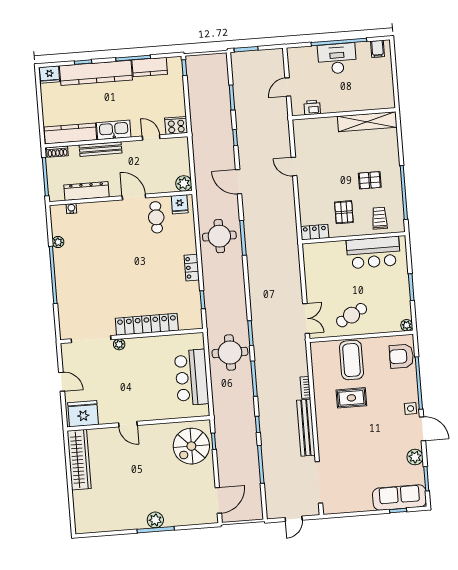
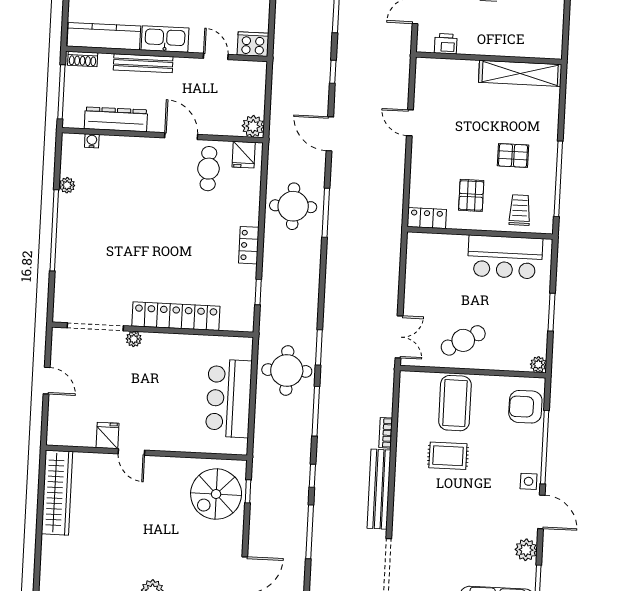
fridge: (83, 414) -> (108, 435), moved, width x0.53, depth x0.75

